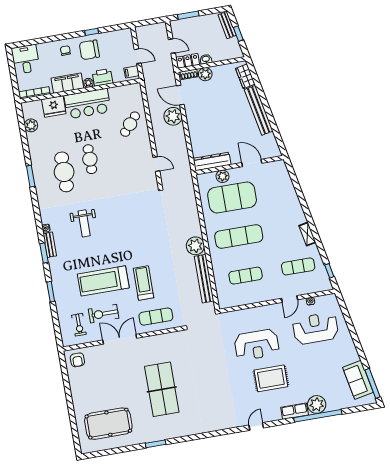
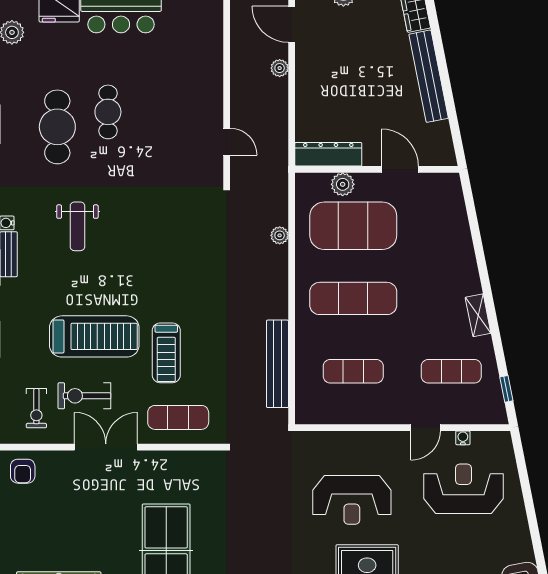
plant: (173, 116) -> (280, 68), width x0.53, depth x0.53
cafe table: (130, 124) -> (192, 61), removed
plant: (195, 246) -> (280, 235), moved, width x0.53, depth x0.53
treadmill: (103, 281) -> (94, 336), turned 180
treadmill: (143, 283) -> (166, 353), turned 180

